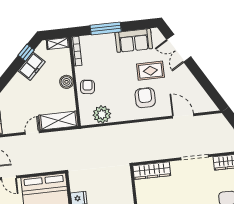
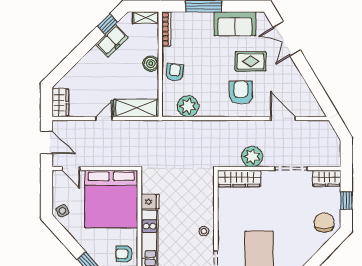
plant: (161, 151) -> (252, 157), added

